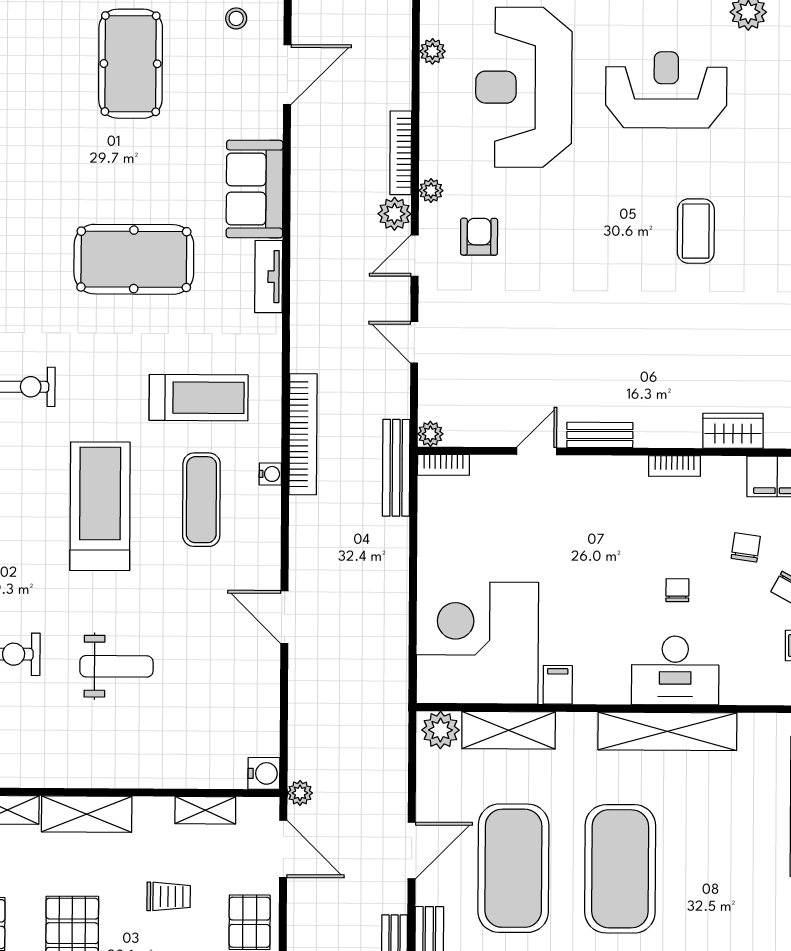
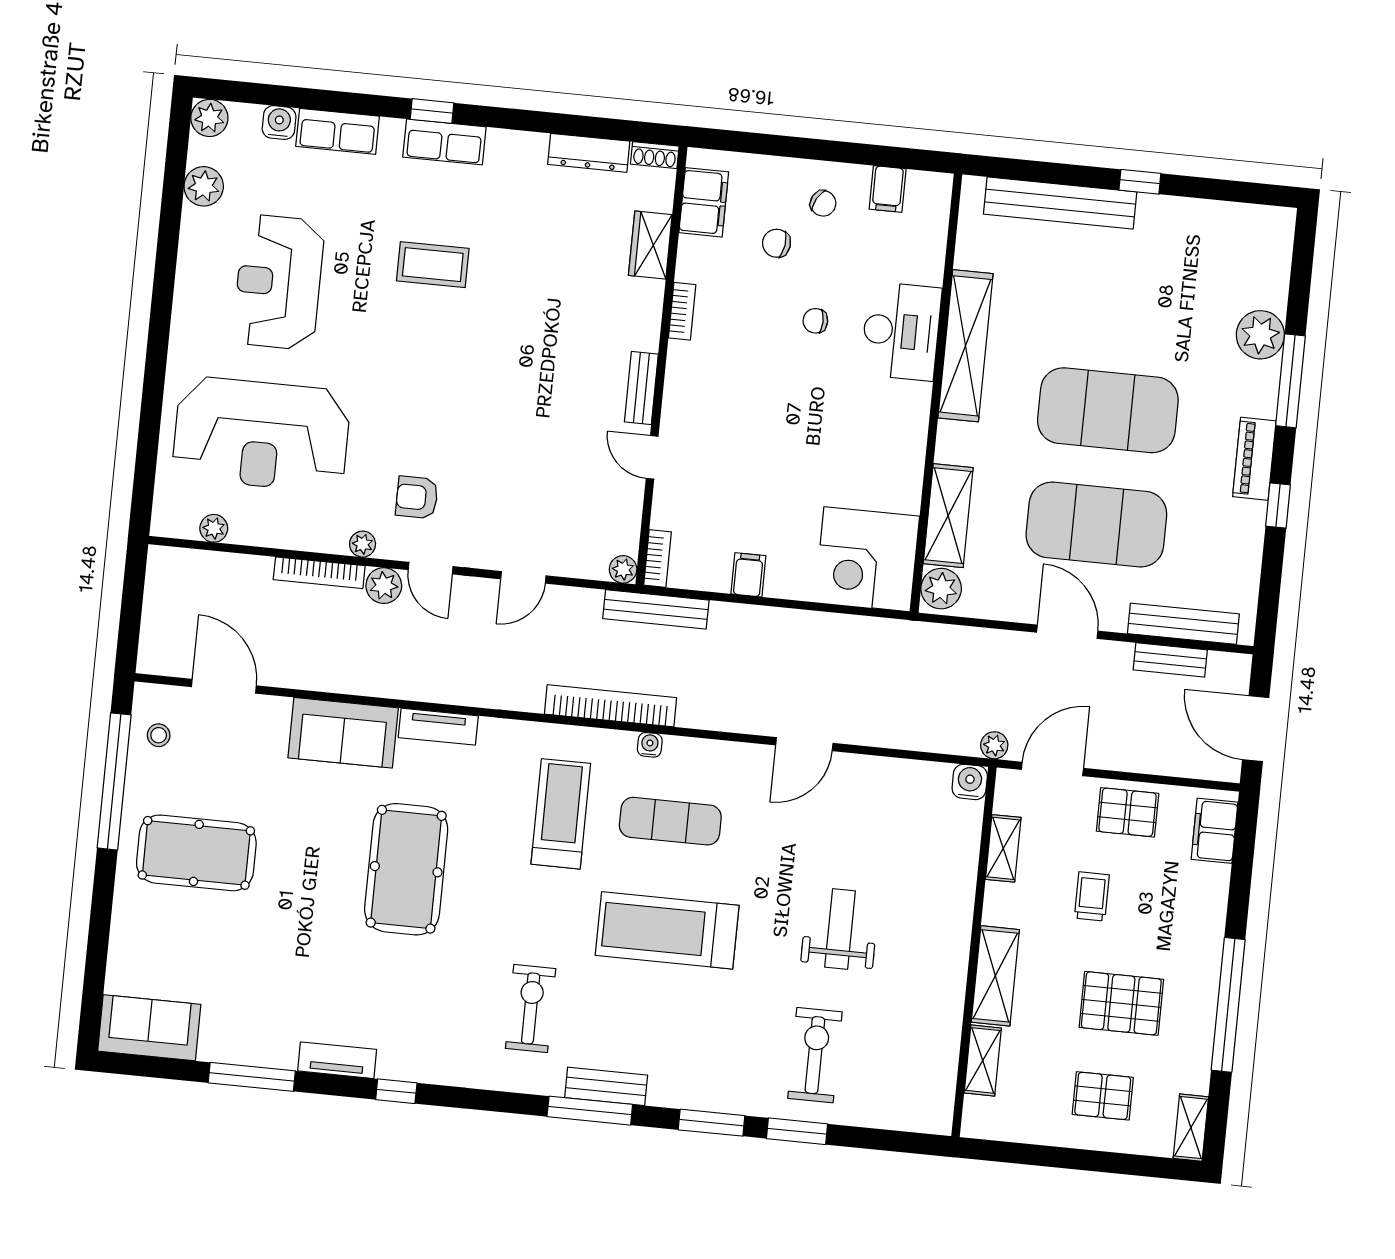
corner desk: (477, 643) -> (867, 559), width x0.74, depth x0.74
filing cabinet: (558, 685) -> (748, 575), moved, turned 90

